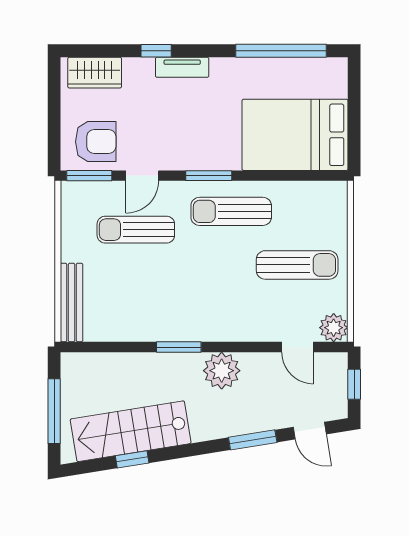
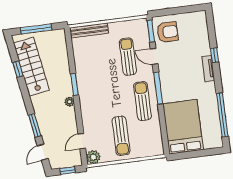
wardrobe: (95, 73) -> (200, 27), removed
armchair: (96, 142) -> (167, 32), turned -90
window: (209, 176) -> (158, 88), width x1.44
plant: (222, 371) -> (69, 102), width x0.53, depth x0.53

